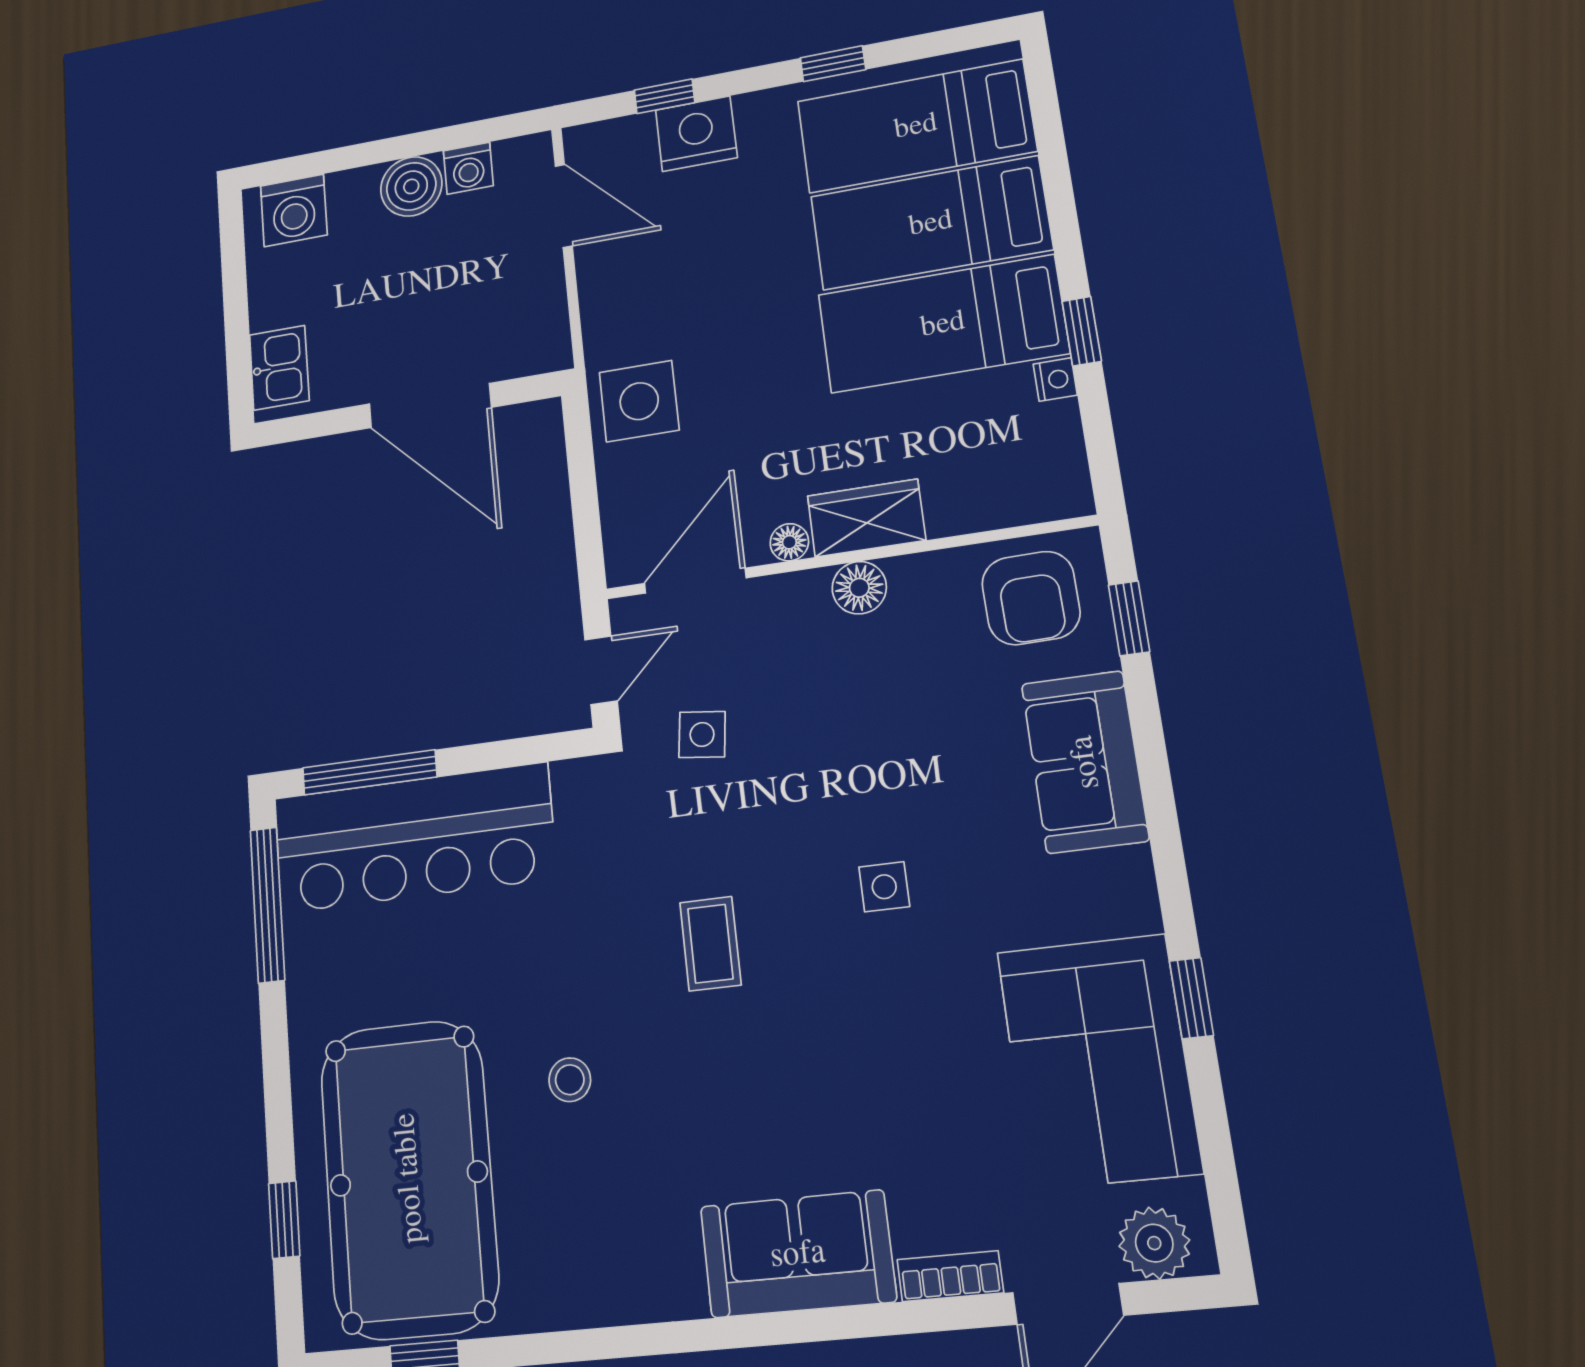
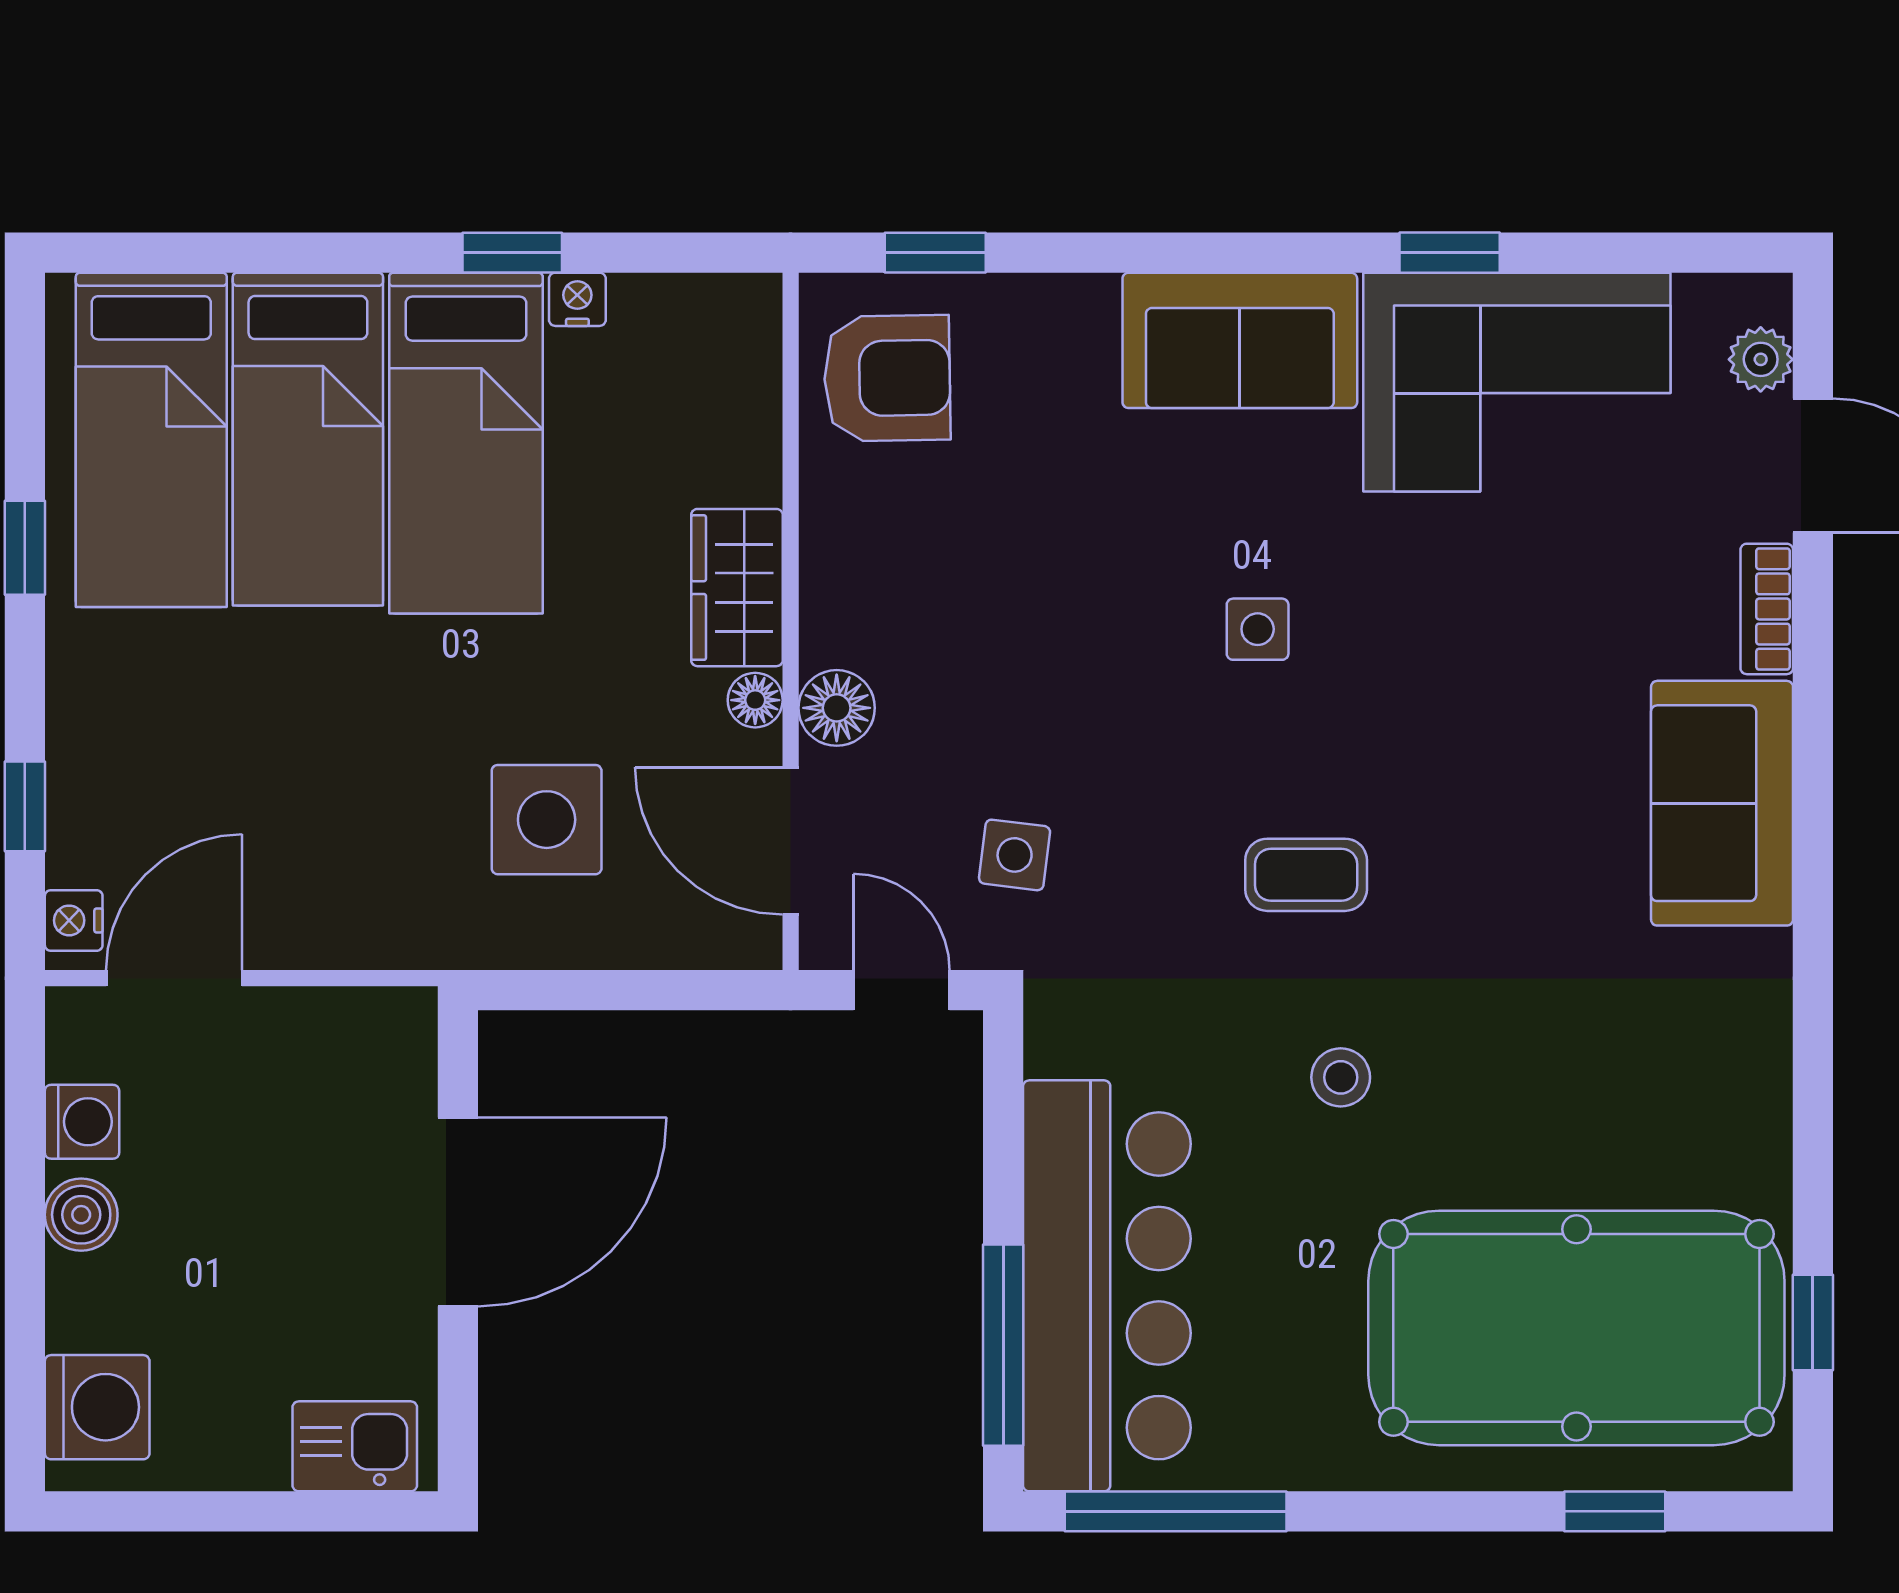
nightstand: (696, 134) -> (74, 920), moved, width x0.53, depth x0.56
boiler: (411, 186) -> (81, 1215), width x0.73, depth x0.73
side table: (639, 401) -> (547, 820), moved
floor lamp: (859, 588) -> (837, 708), moved
sofa: (1085, 762) -> (1240, 340), moved
stool: (570, 1080) -> (1341, 1077), moved
plant: (1154, 1243) -> (1761, 359), width x0.73, depth x0.73

